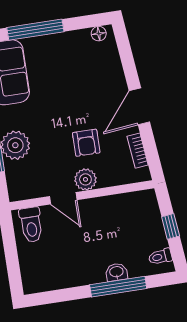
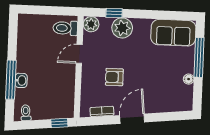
floor lamp: (99, 34) -> (189, 79), moved
door: (139, 106) -> (132, 119), hinge flipped
plant: (85, 179) -> (91, 24), moved
window: (171, 226) -> (59, 123), moved

